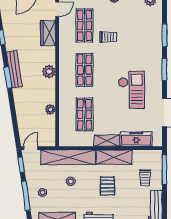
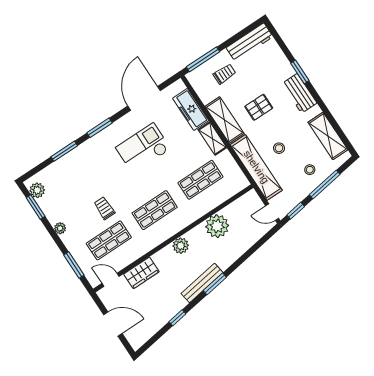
plant: (50, 109) -> (217, 226), width x1.88, depth x1.88

